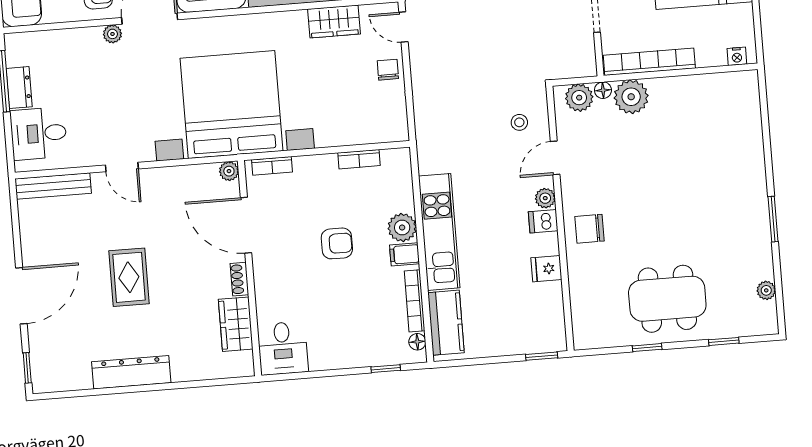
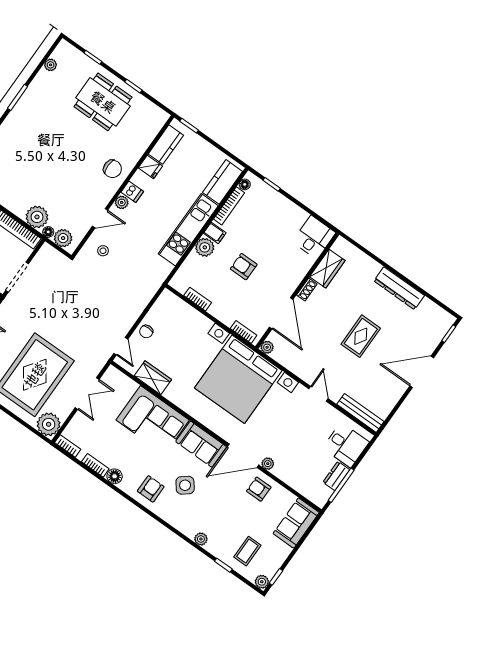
kitchen counter: (550, 310) -> (166, 145), added

